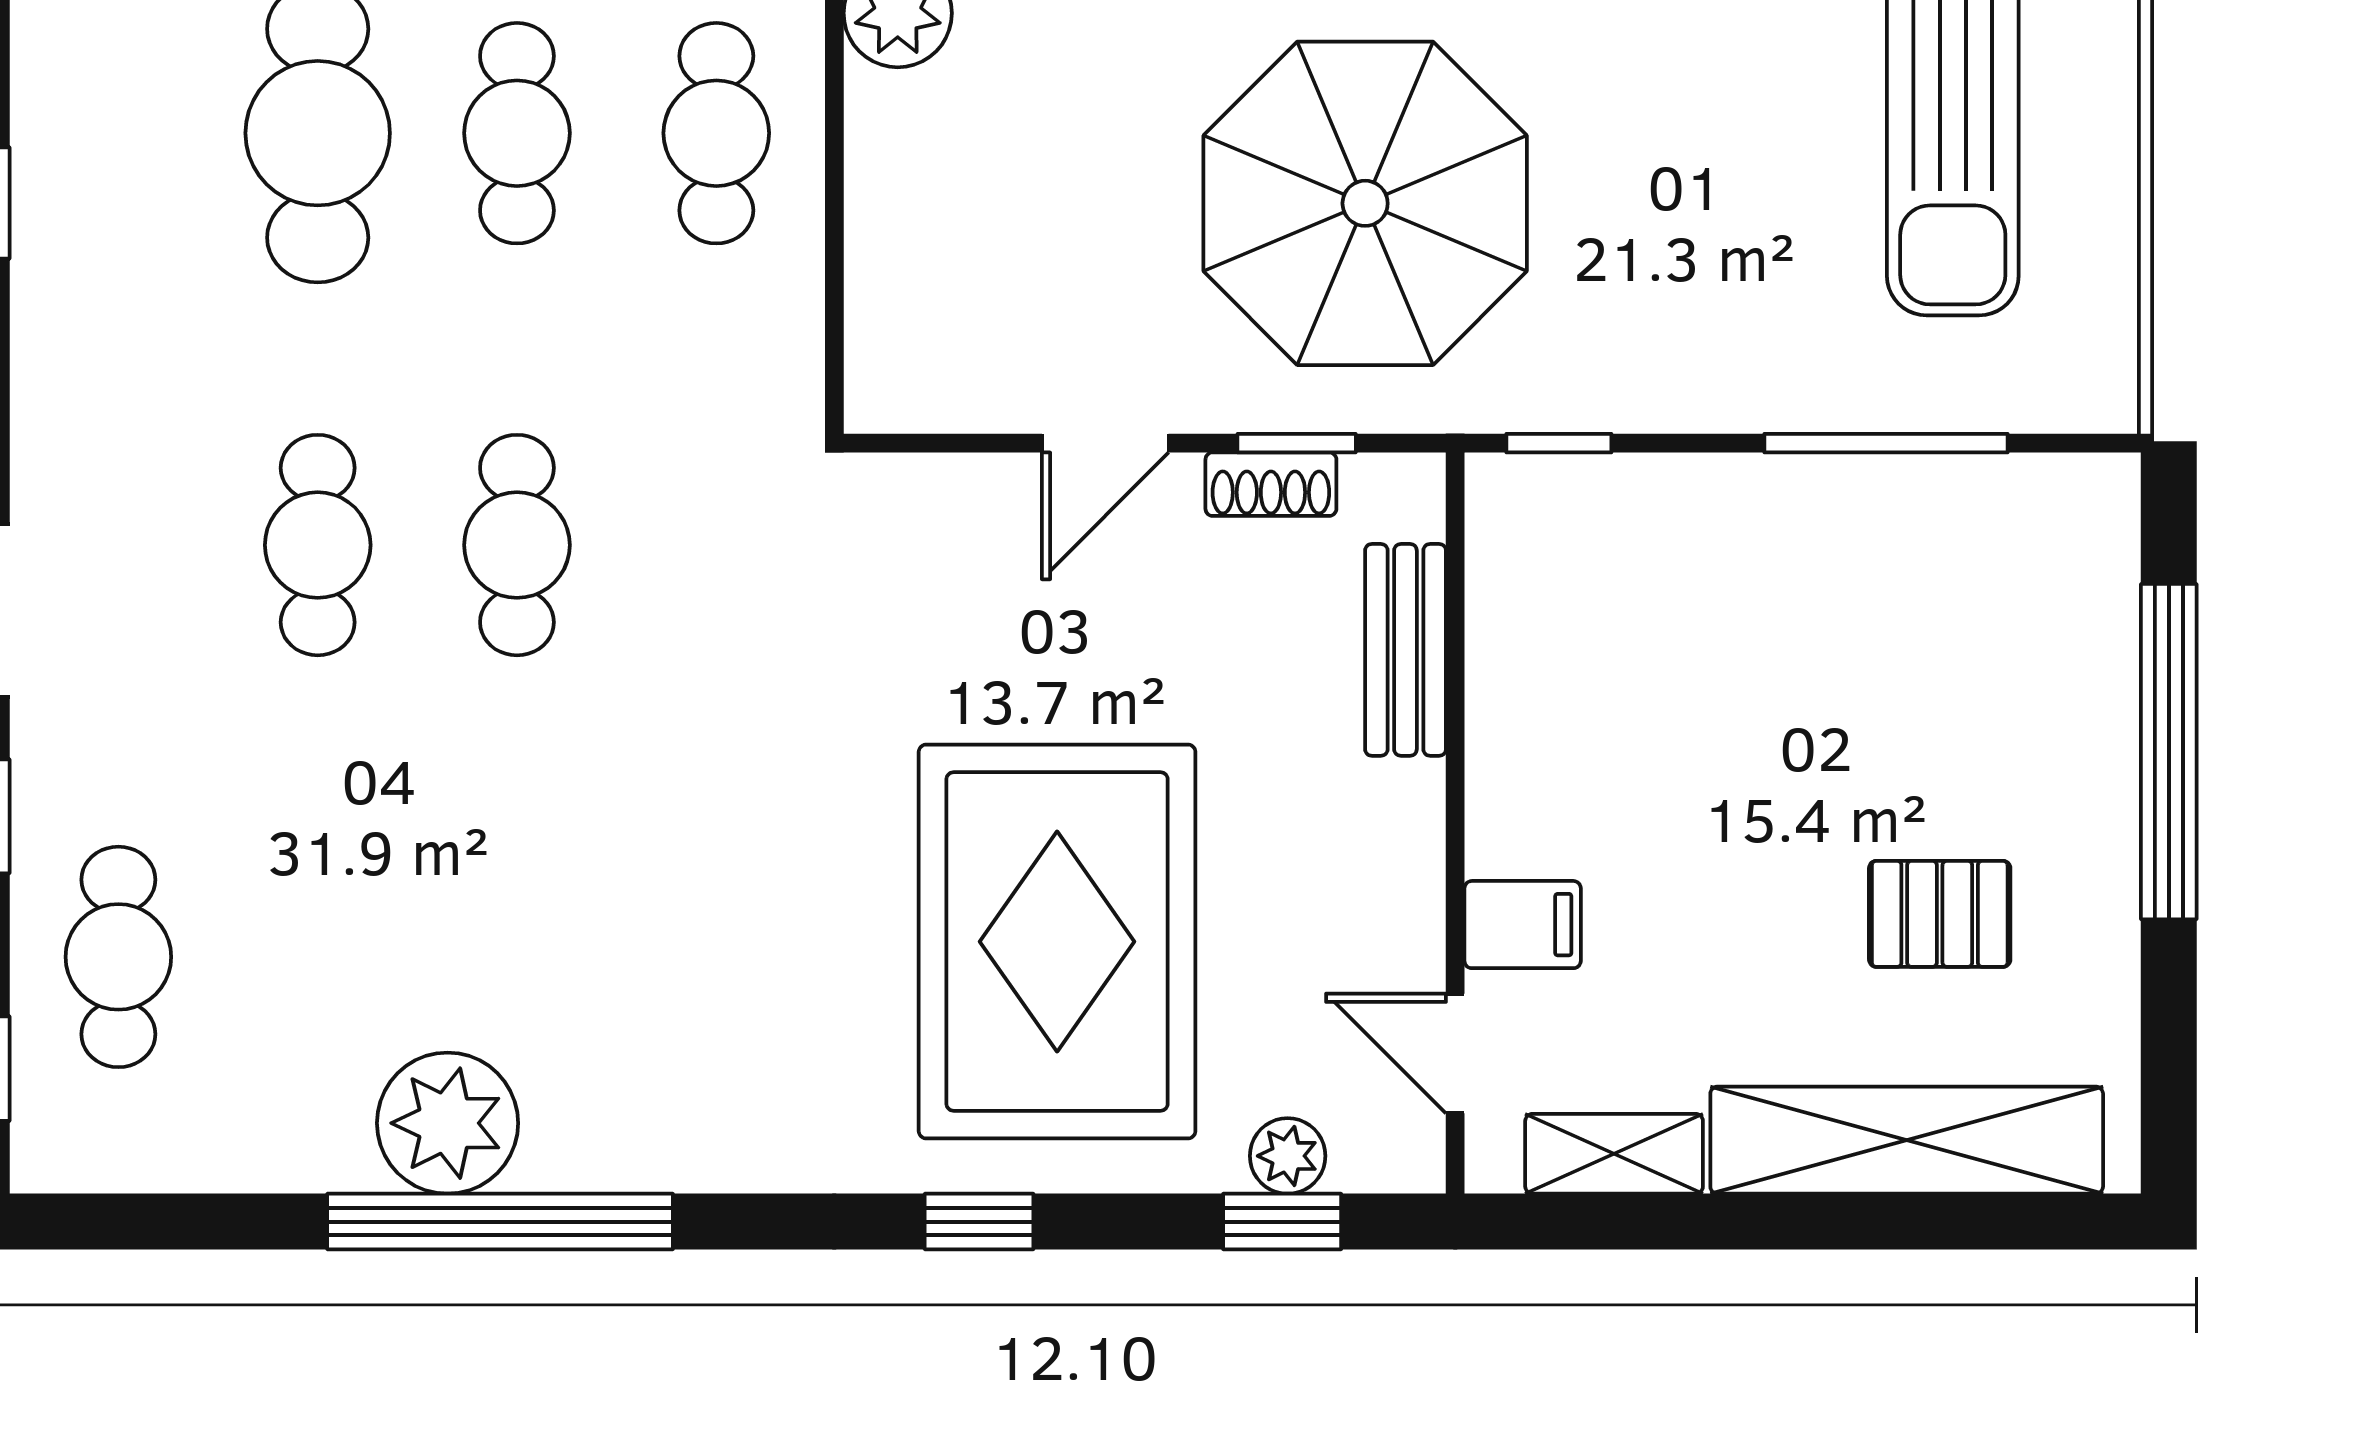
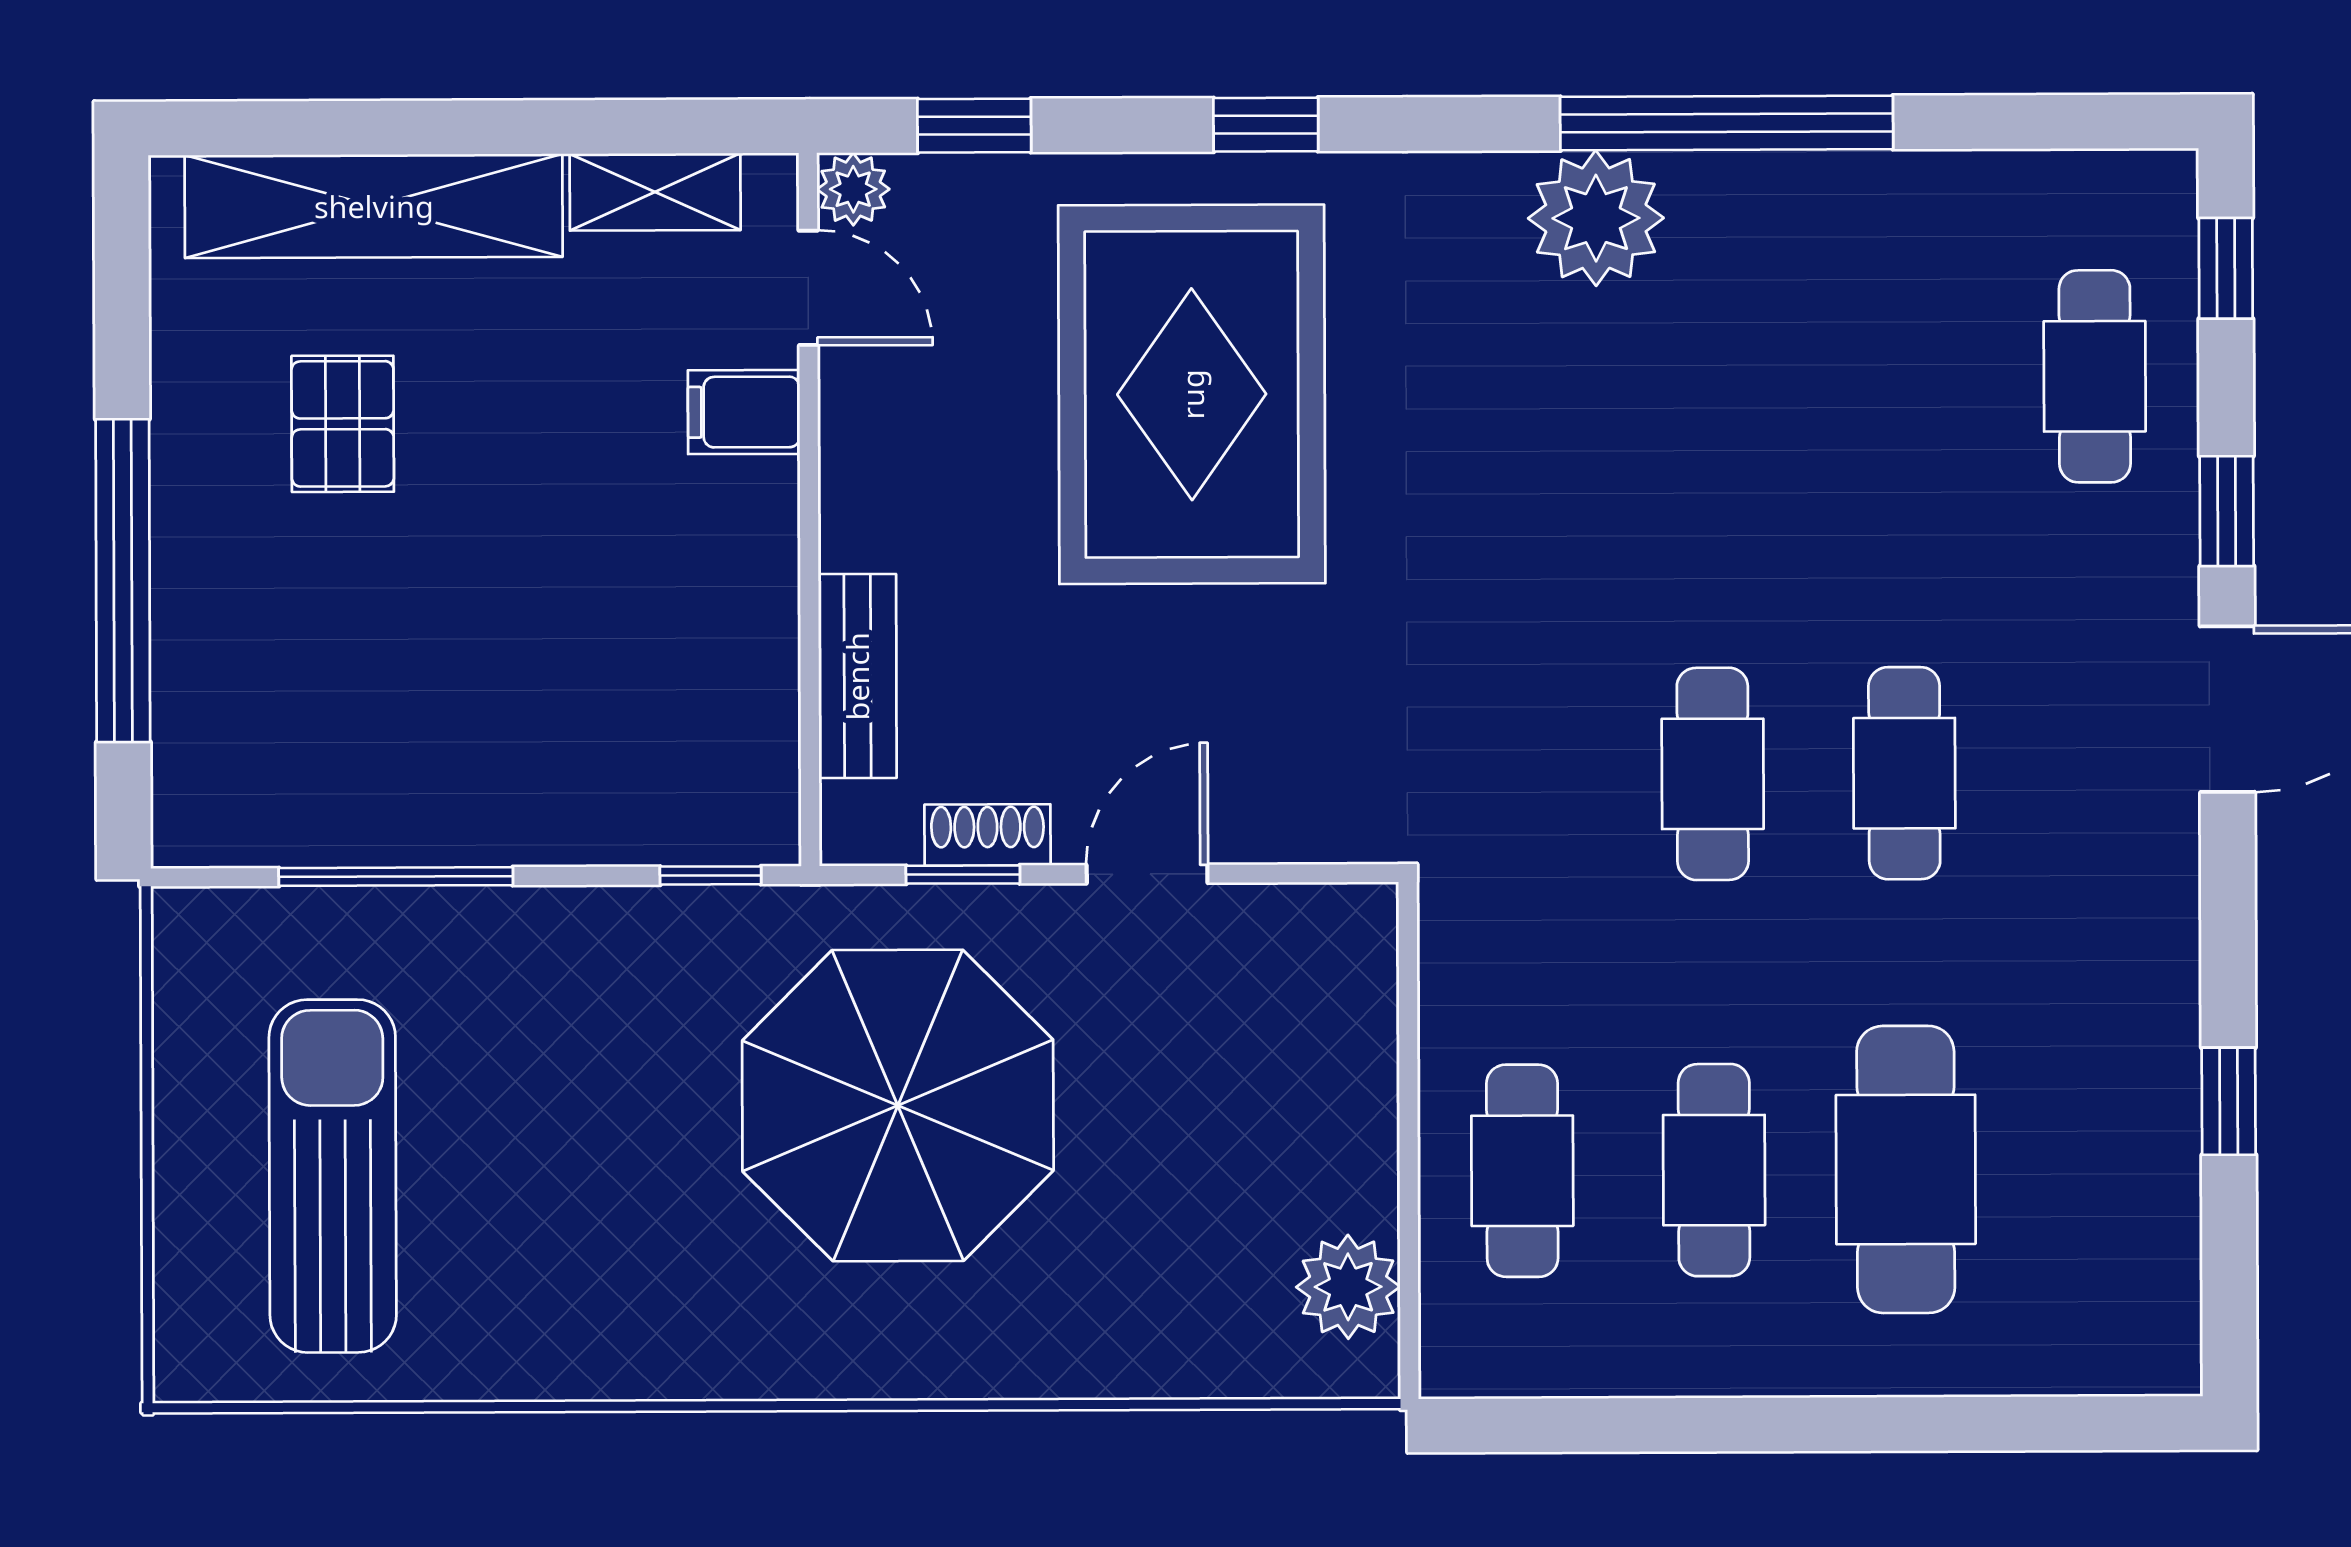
pallet: (1940, 914) -> (343, 424), turned 90
plant: (448, 1123) -> (1596, 218), moved
plant: (1288, 1156) -> (853, 189), moved

